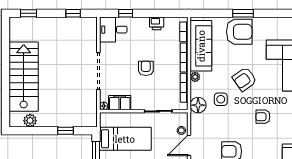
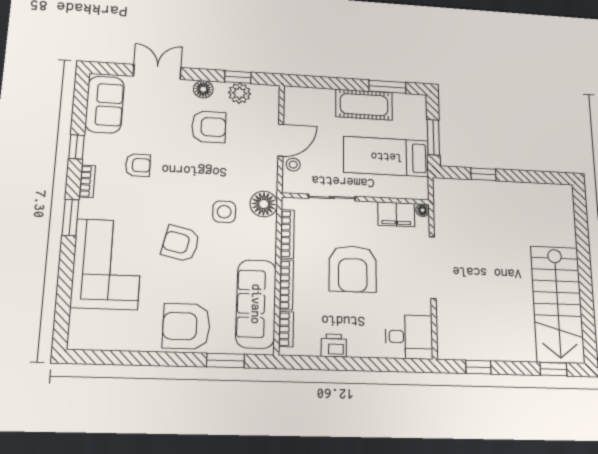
window: (126, 13) -> (388, 365), removed
window: (243, 13) -> (225, 361), moved
armchair: (146, 68) -> (353, 269), width x1.88, depth x1.88
stairs: (24, 77) -> (557, 304), moved
plant: (195, 77) -> (268, 251), removed
armchair: (245, 79) -> (181, 243), turned -132
armchair: (263, 117) -> (138, 165), moved
plant: (30, 121) -> (540, 193), removed

